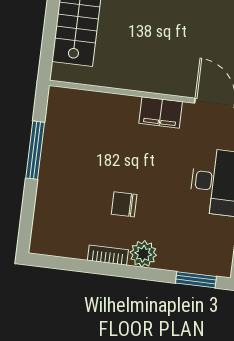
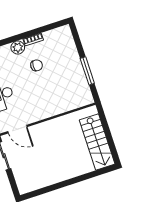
filing cabinet: (161, 112) -> (40, 114), removed

